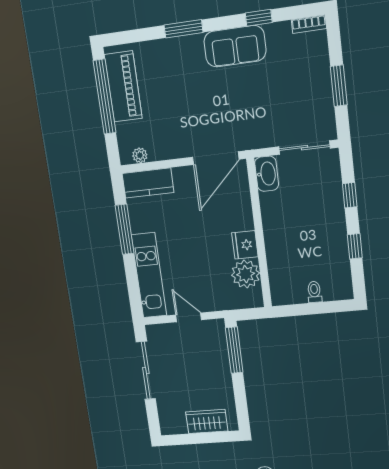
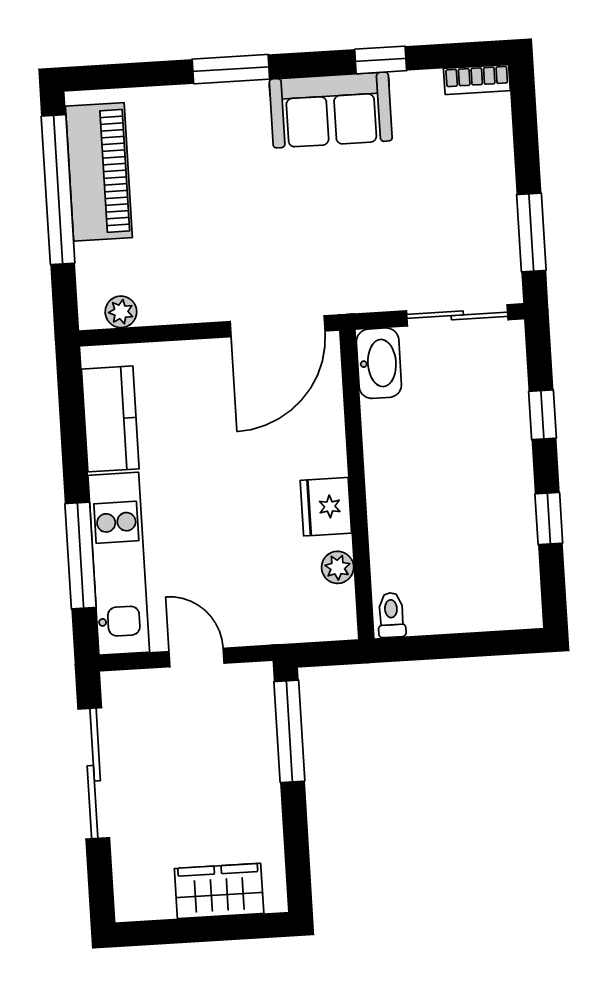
window: (339, 86) -> (531, 232), moved
kitchen counter: (148, 183) -> (110, 419), moved, turned -90
window: (125, 229) -> (80, 556), moved
plant: (246, 274) -> (338, 567), width x0.53, depth x0.53
toilet: (314, 292) -> (391, 615), moved

